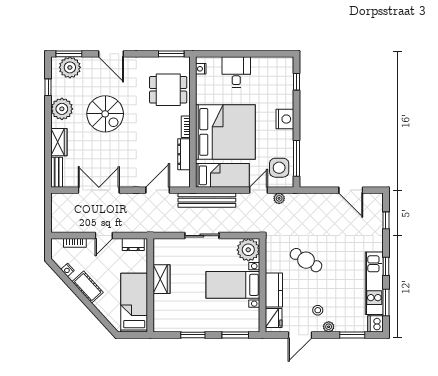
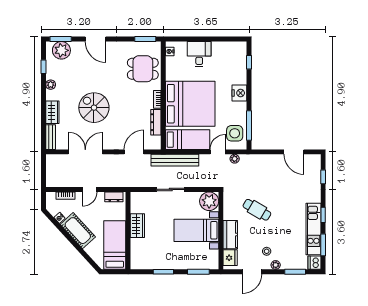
plant: (62, 109) -> (51, 85), width x0.53, depth x0.53
spiral stairs: (105, 114) -> (94, 108), moved, turned 180
cot: (88, 287) -> (78, 231), width x1.37, depth x1.34

